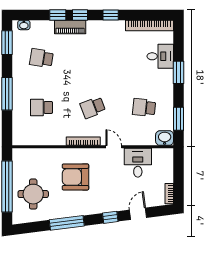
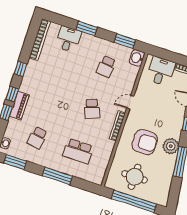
school desk: (41, 107) -> (78, 151), width x1.85
desk: (138, 163) -> (161, 71), moved, turned 90
armchair: (75, 177) -> (145, 142), turned -90
round table: (33, 194) -> (135, 177), moved
plant: (80, 207) -> (171, 146), added

